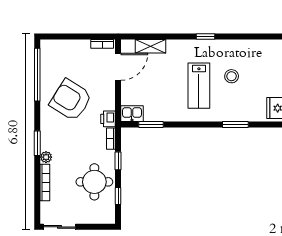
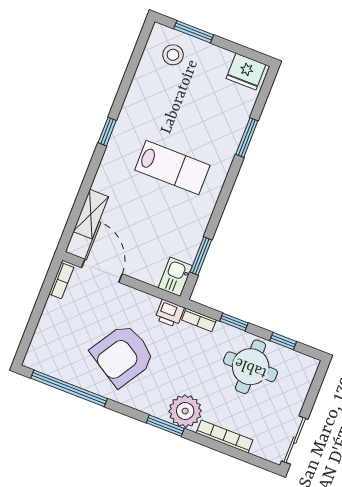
stool: (232, 76) -> (173, 55), moved
plant: (46, 157) -> (185, 411), width x1.87, depth x1.87

